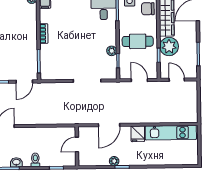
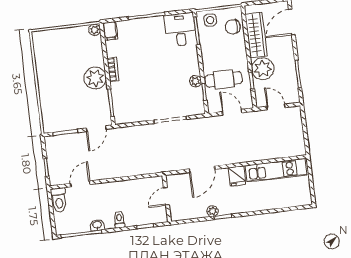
plant: (28, 39) -> (95, 78), added
cafe table: (138, 41) -> (224, 79), moved

